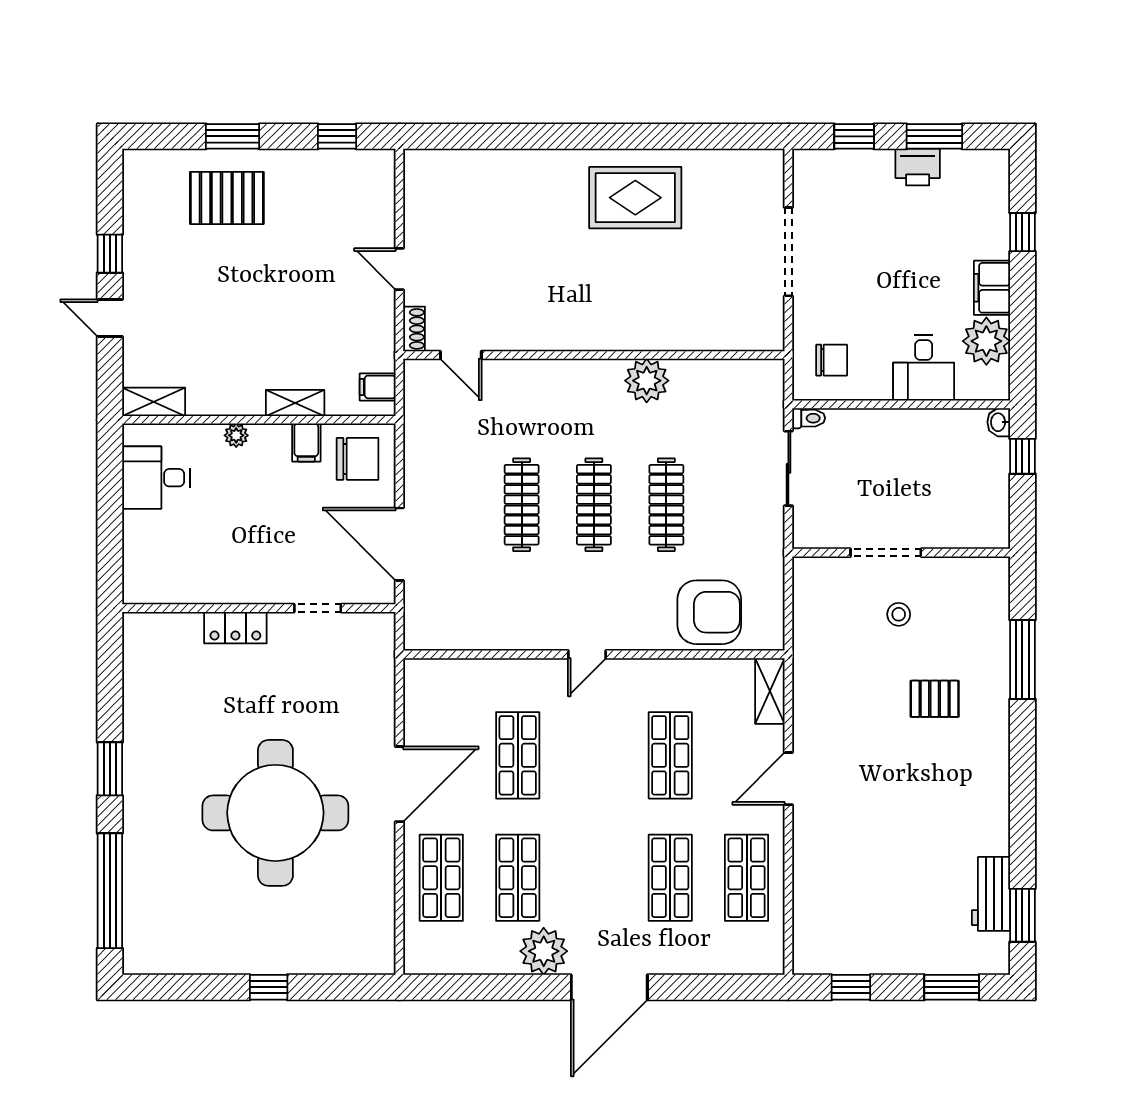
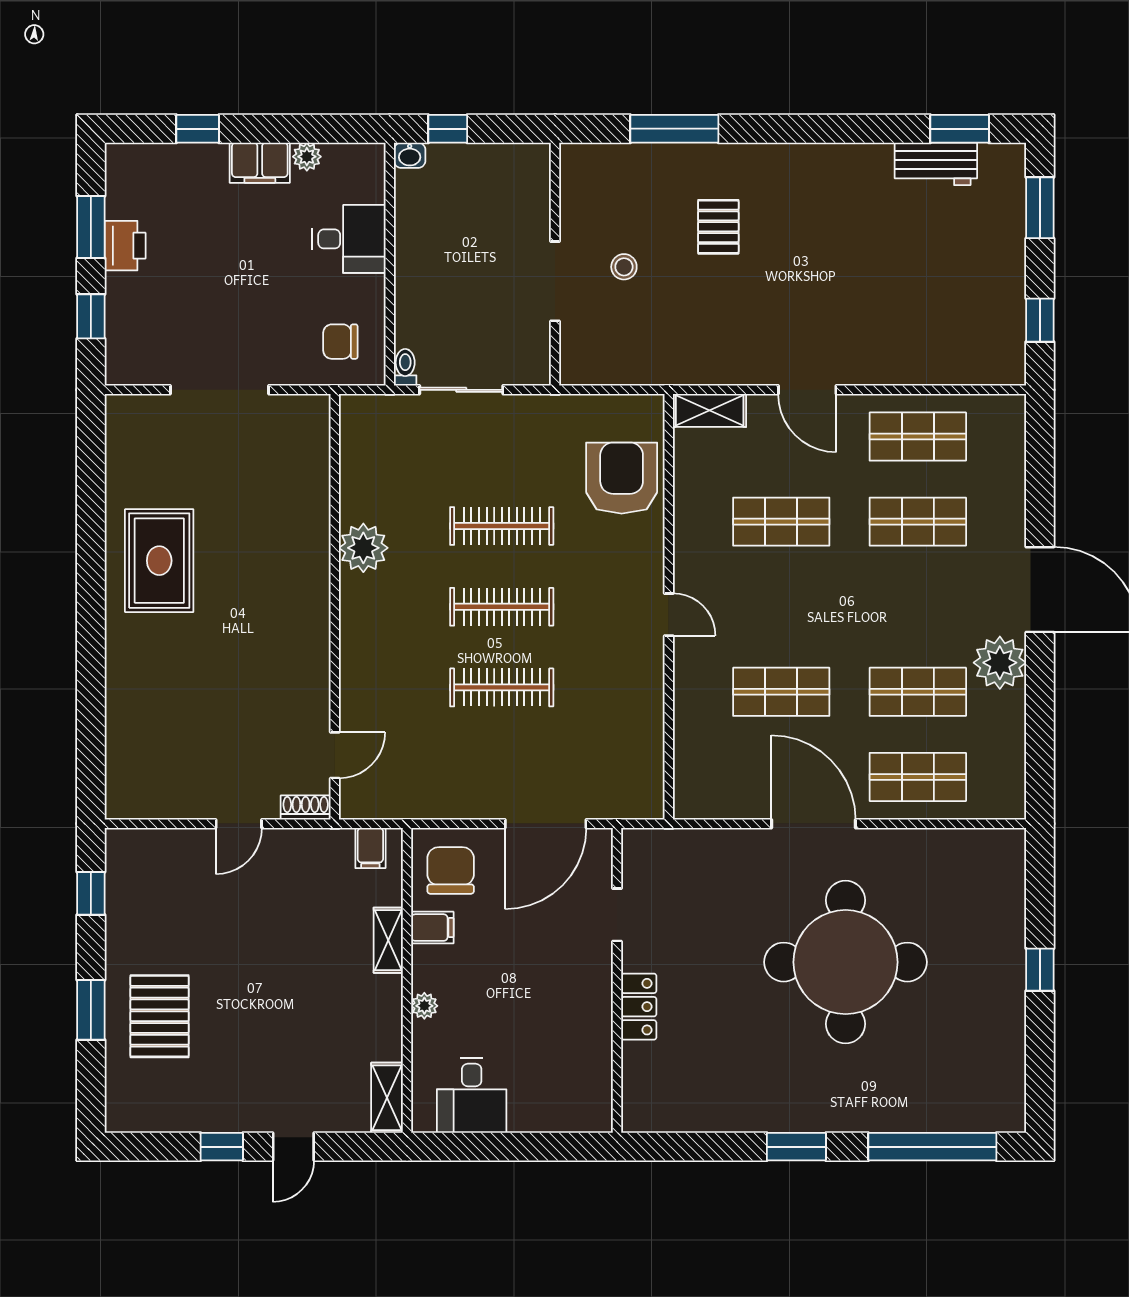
plant: (986, 341) -> (307, 157), width x0.53, depth x0.53
chair: (832, 360) -> (340, 342), turned -90

